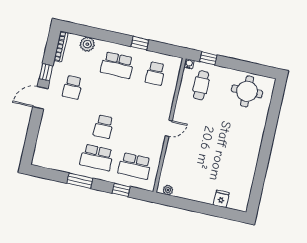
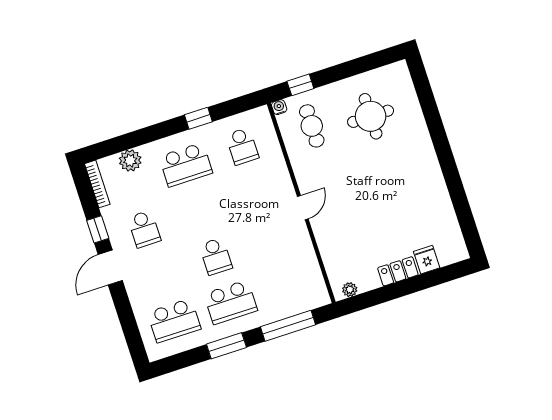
round table: (247, 91) -> (371, 116), moved
school desk: (135, 166) -> (174, 321), moved
window: (121, 190) -> (288, 326), width x2.17
locker: (201, 196) -> (398, 271), added

